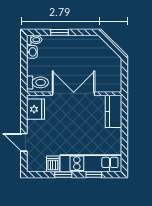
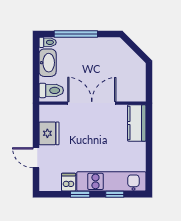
window: (59, 32) -> (76, 34), width x2.17
washbasin: (32, 52) -> (48, 63), width x1.91, depth x1.45
fridge: (35, 109) -> (49, 133), moved

